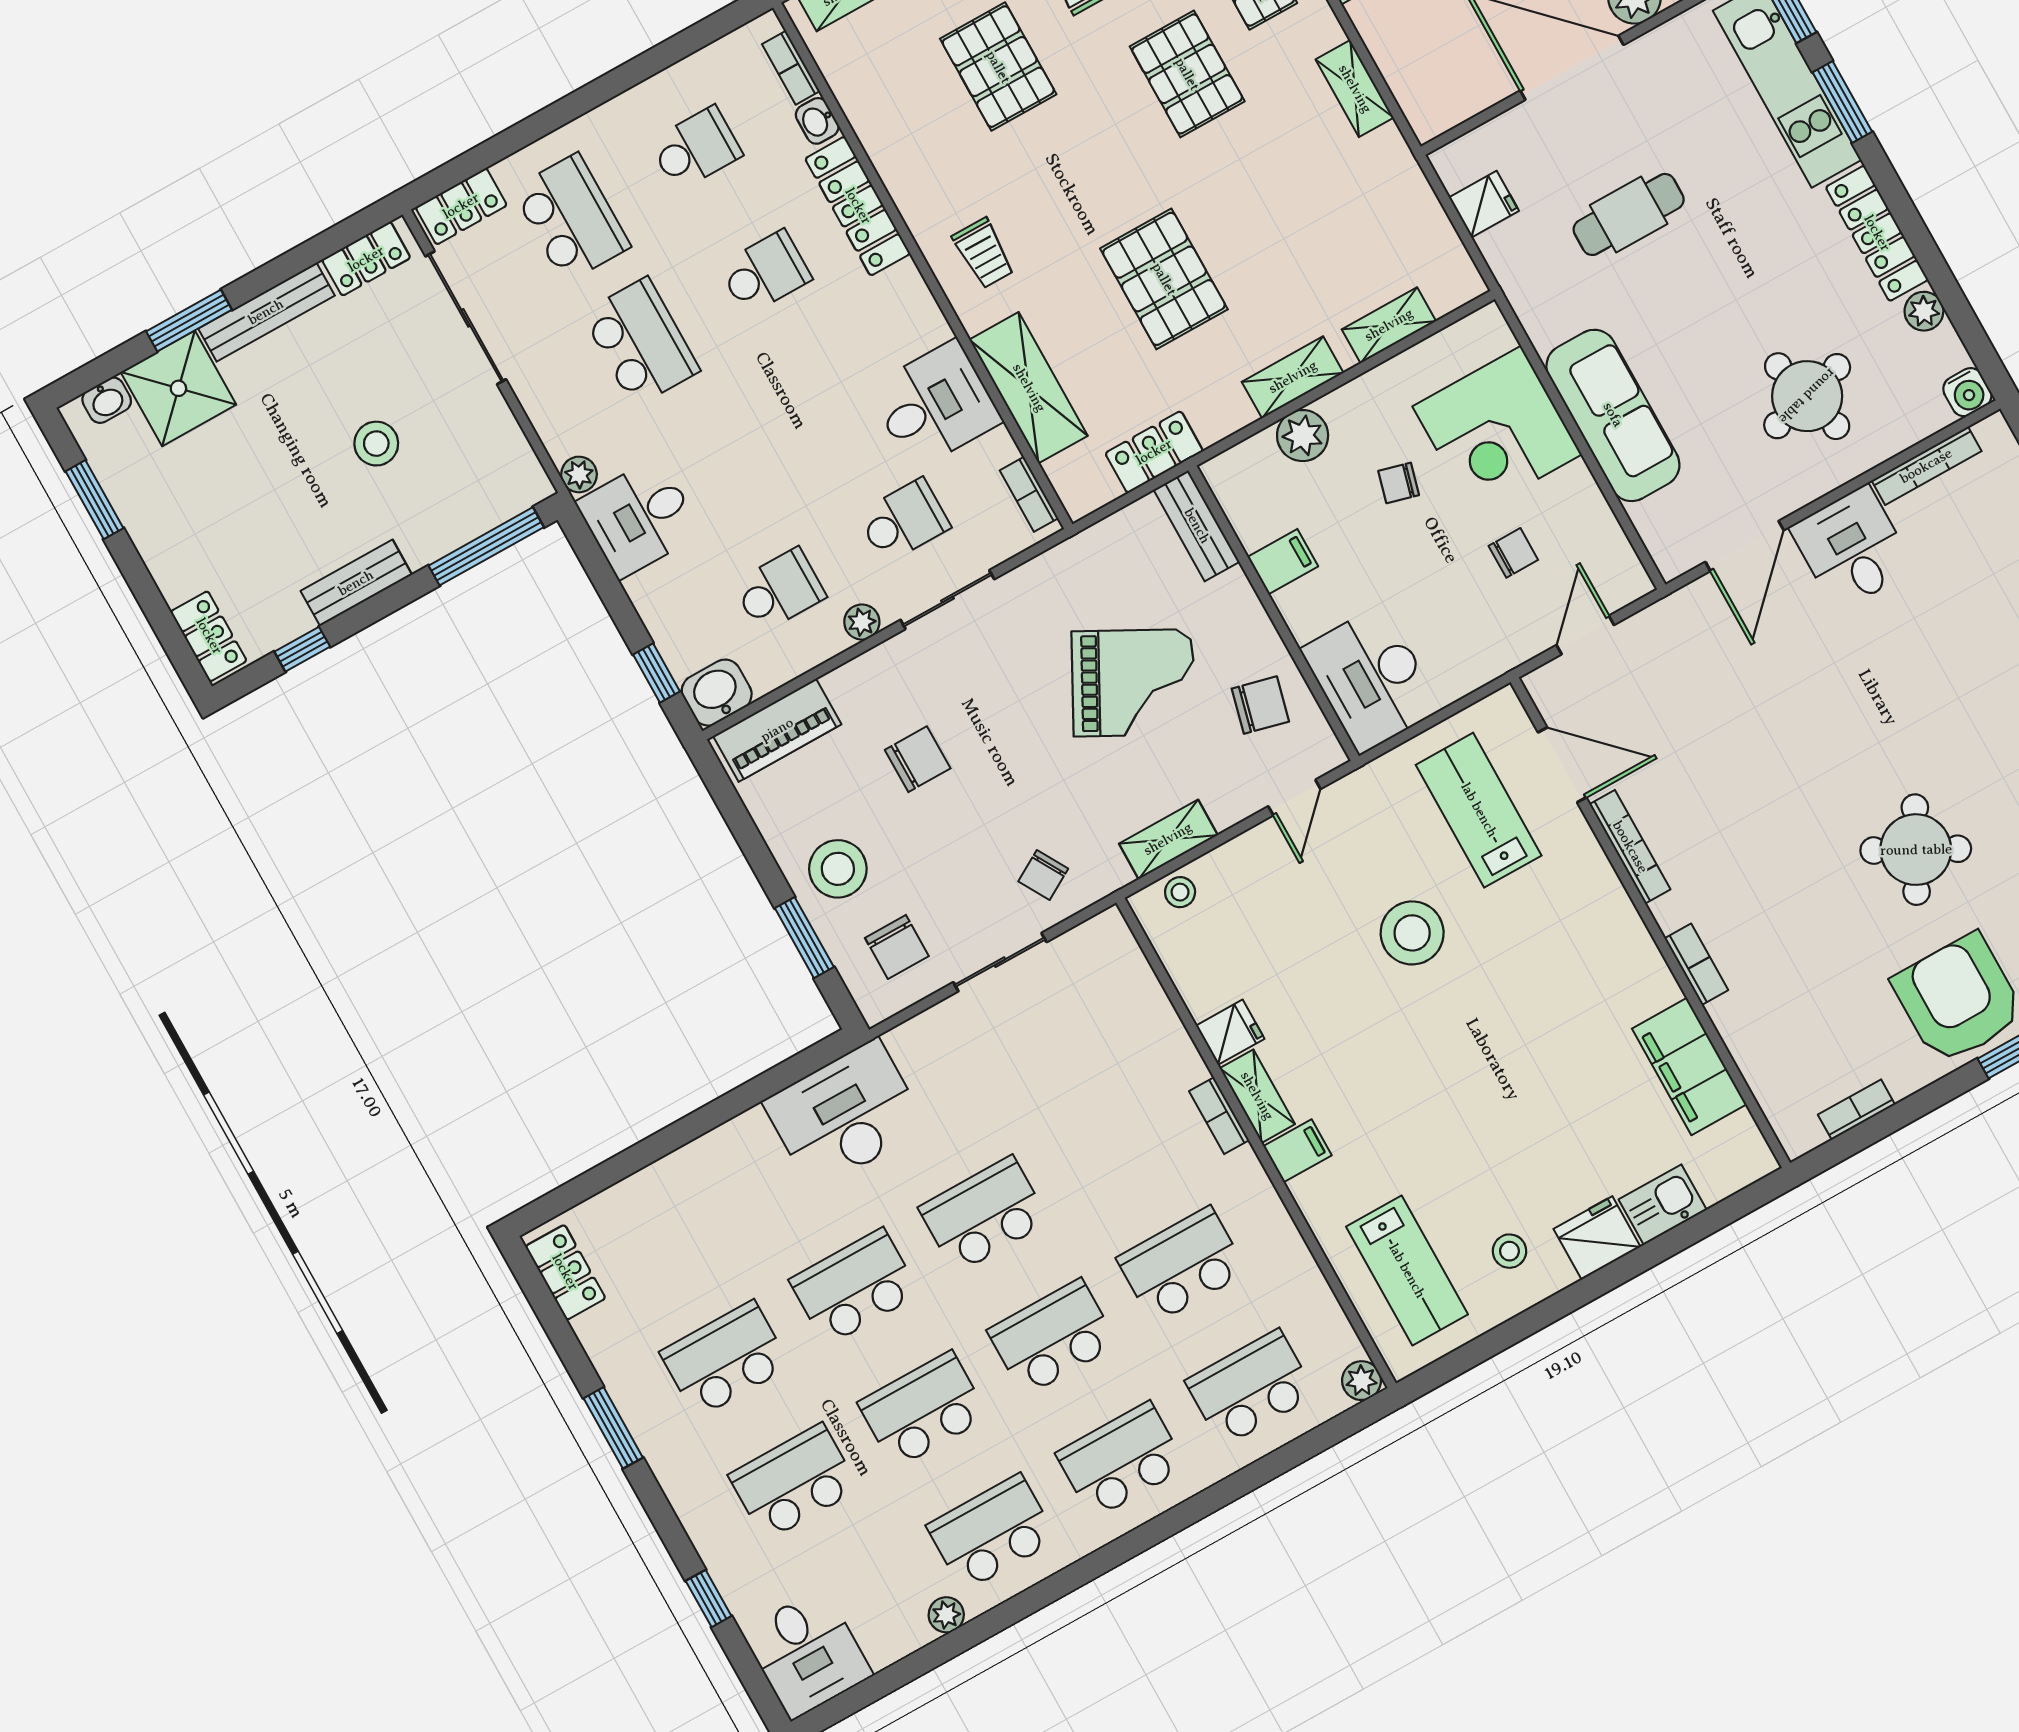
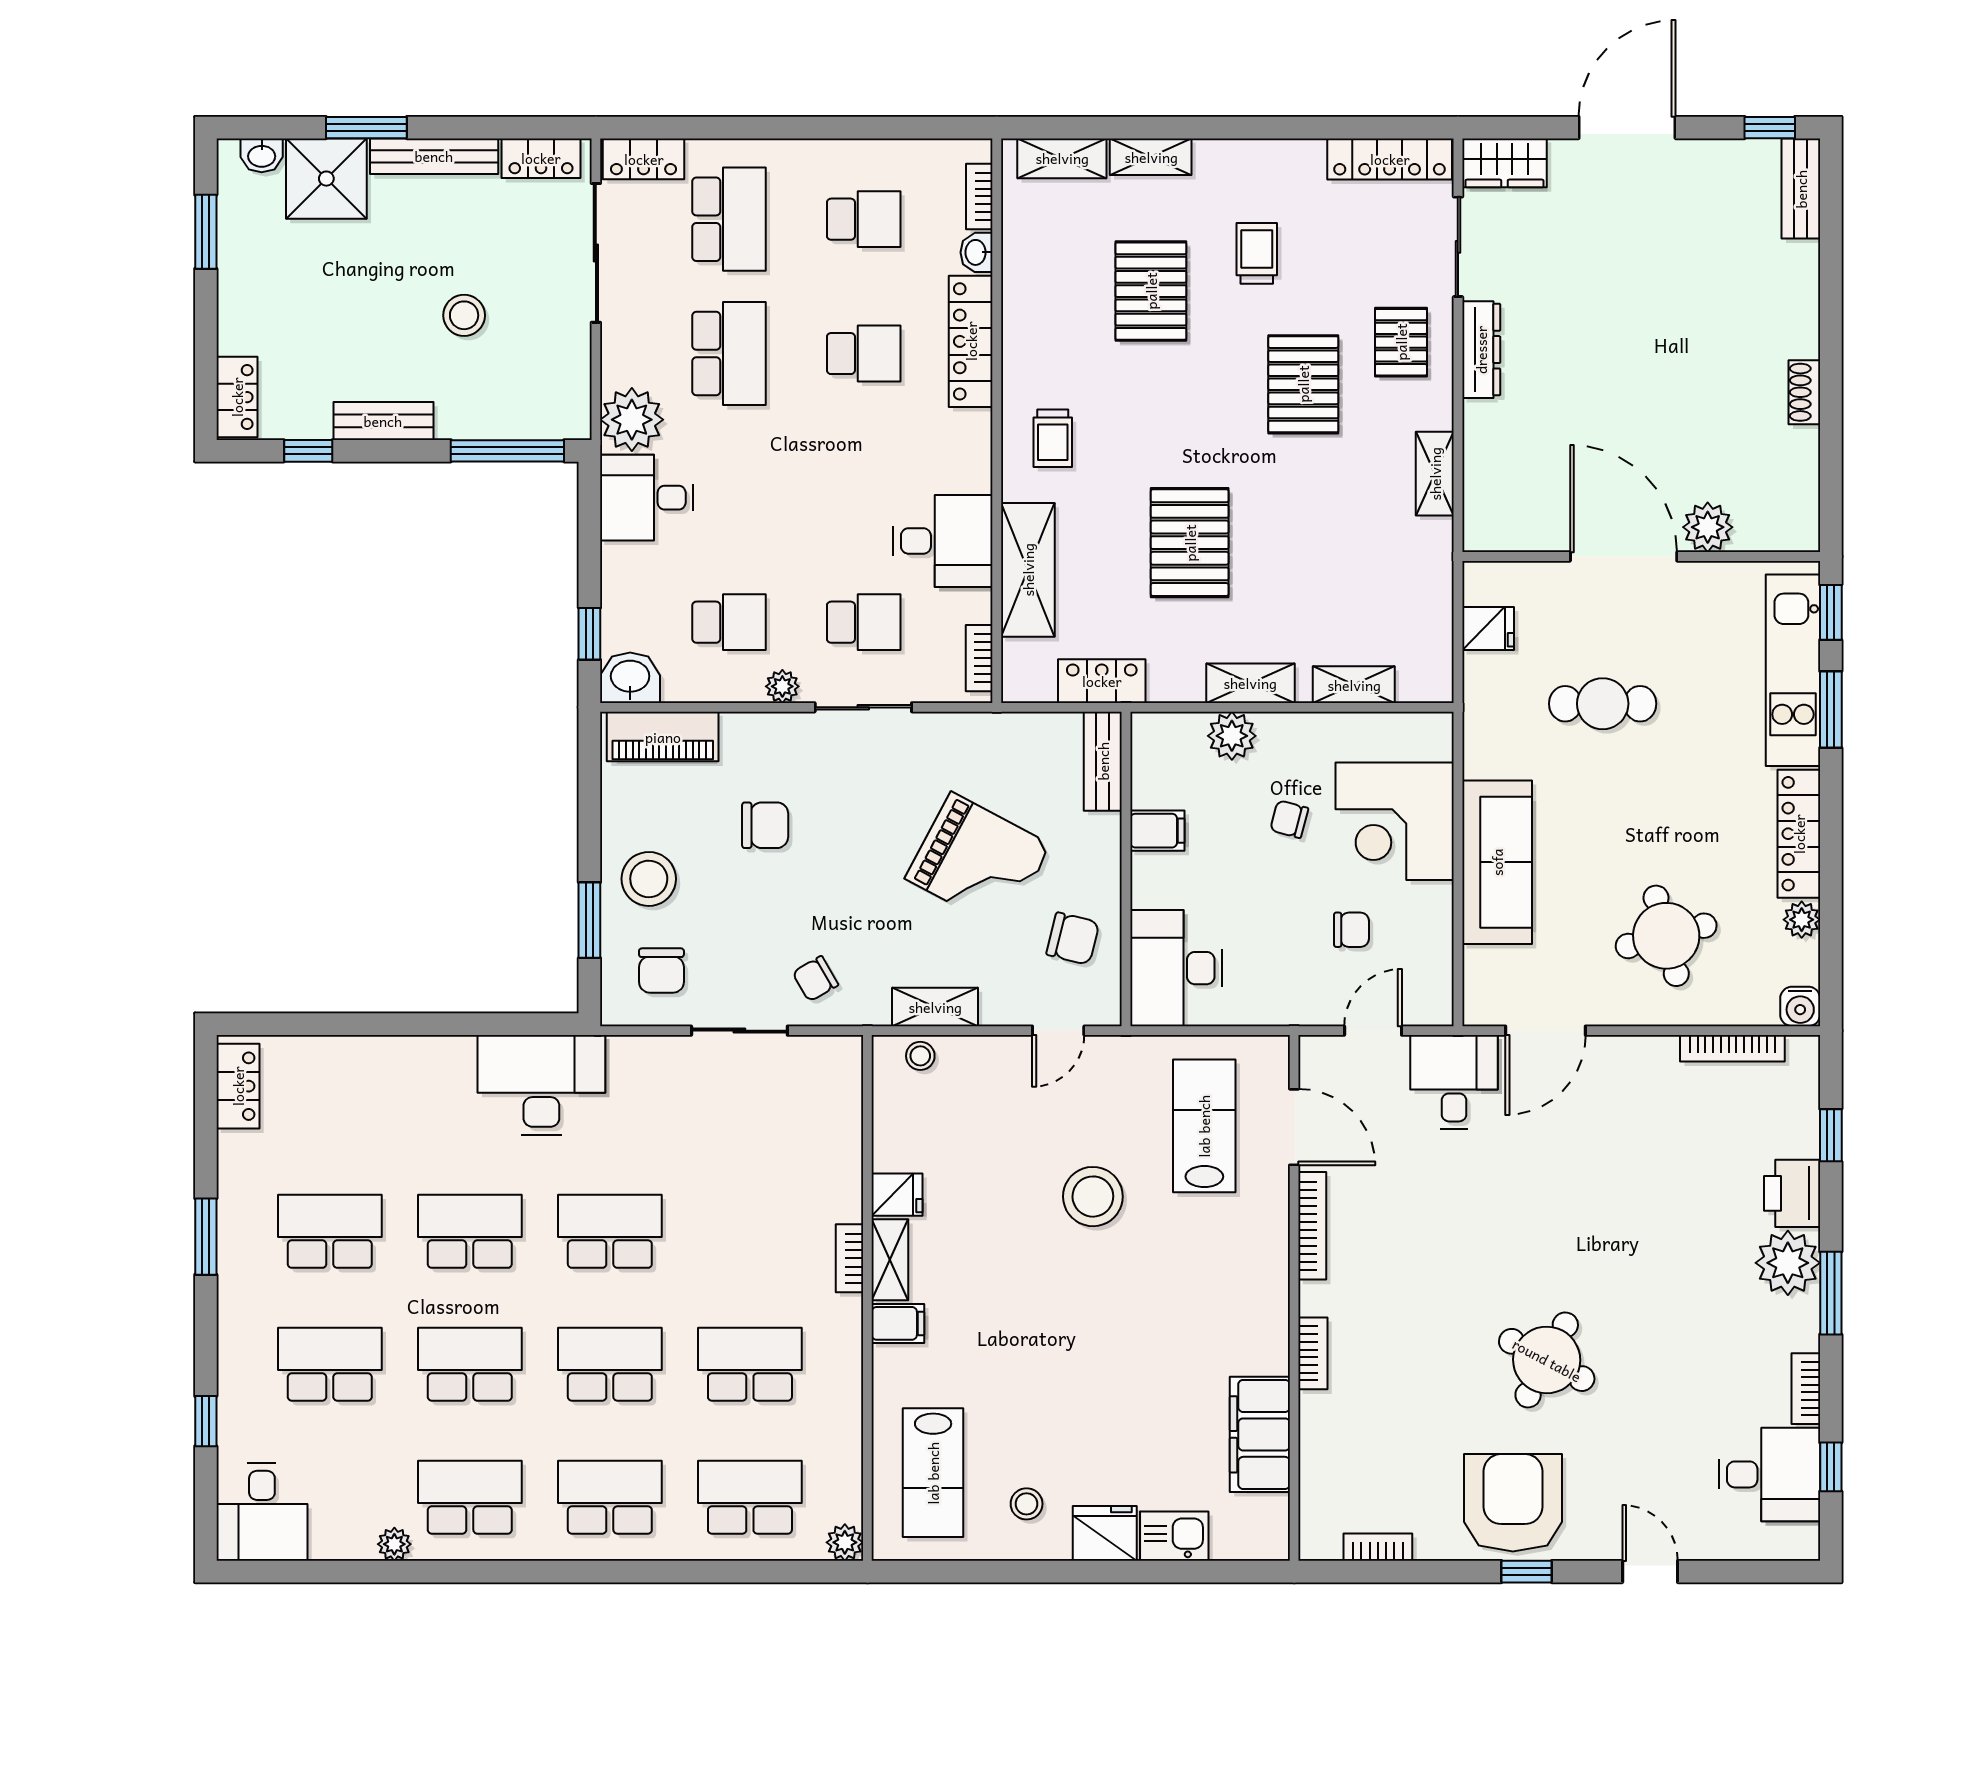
plant: (579, 474) -> (632, 420), width x1.87, depth x1.87
desk: (1852, 548) -> (1454, 1082), moved

